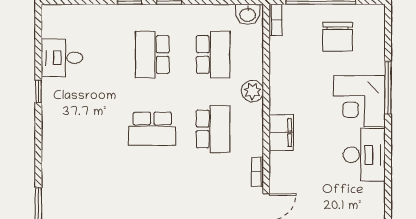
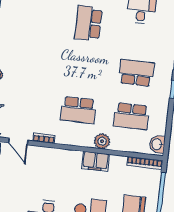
bookcase: (275, 20) -> (145, 163), width x1.56
school desk: (152, 129) -> (88, 23), moved
filing cabinet: (281, 133) -> (95, 161), moved

